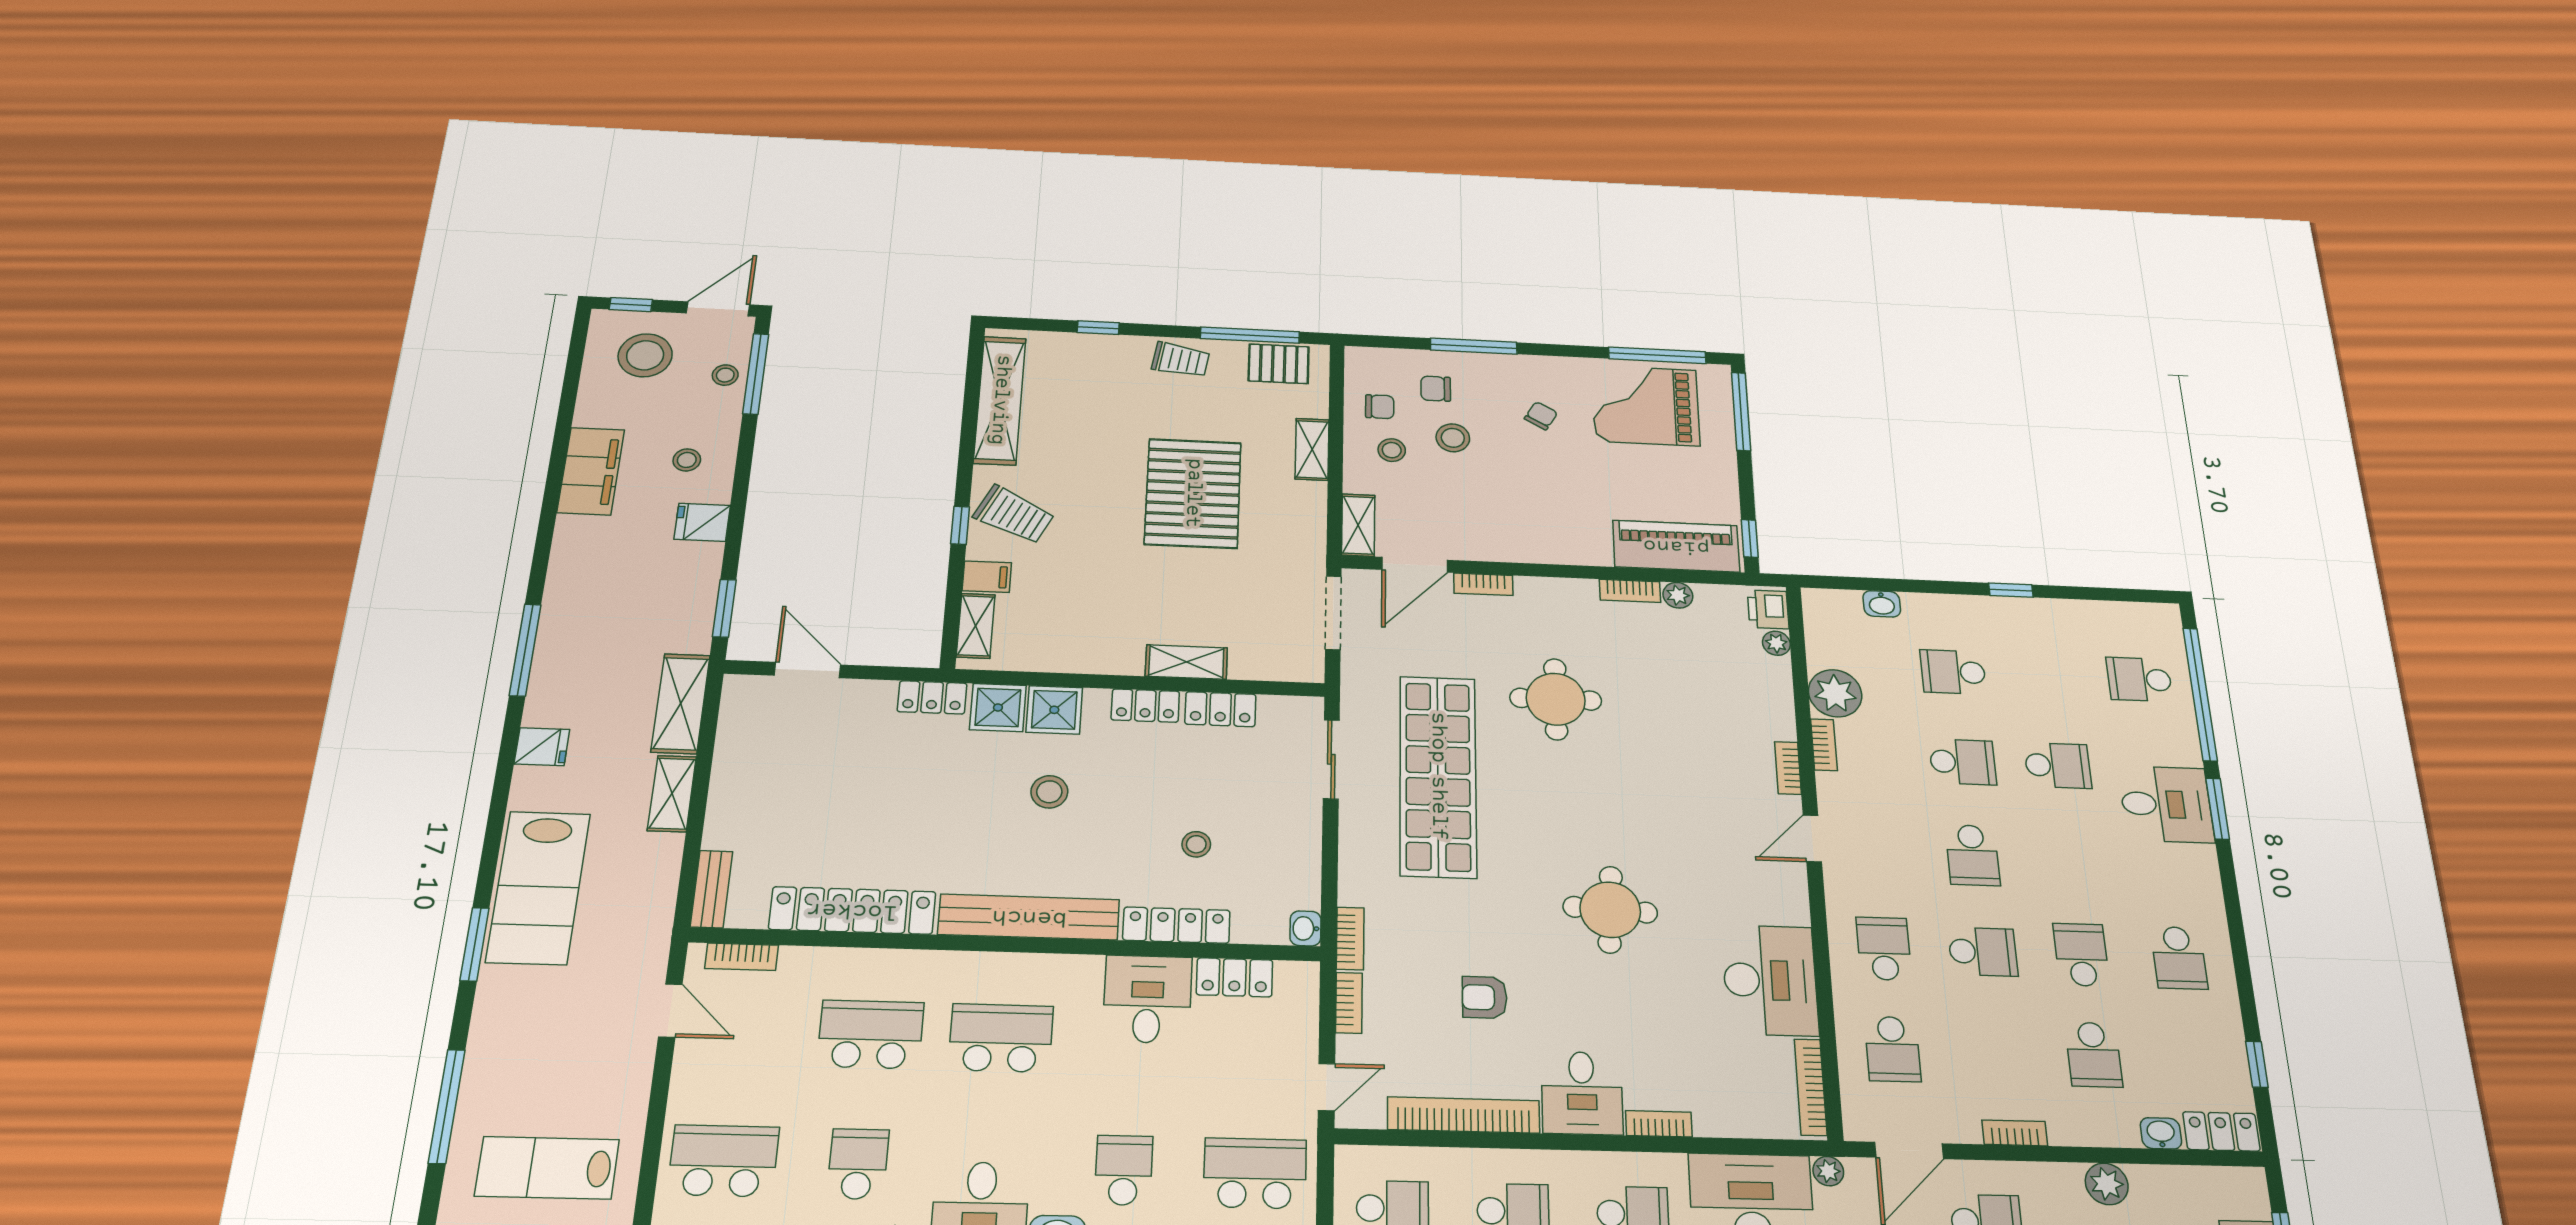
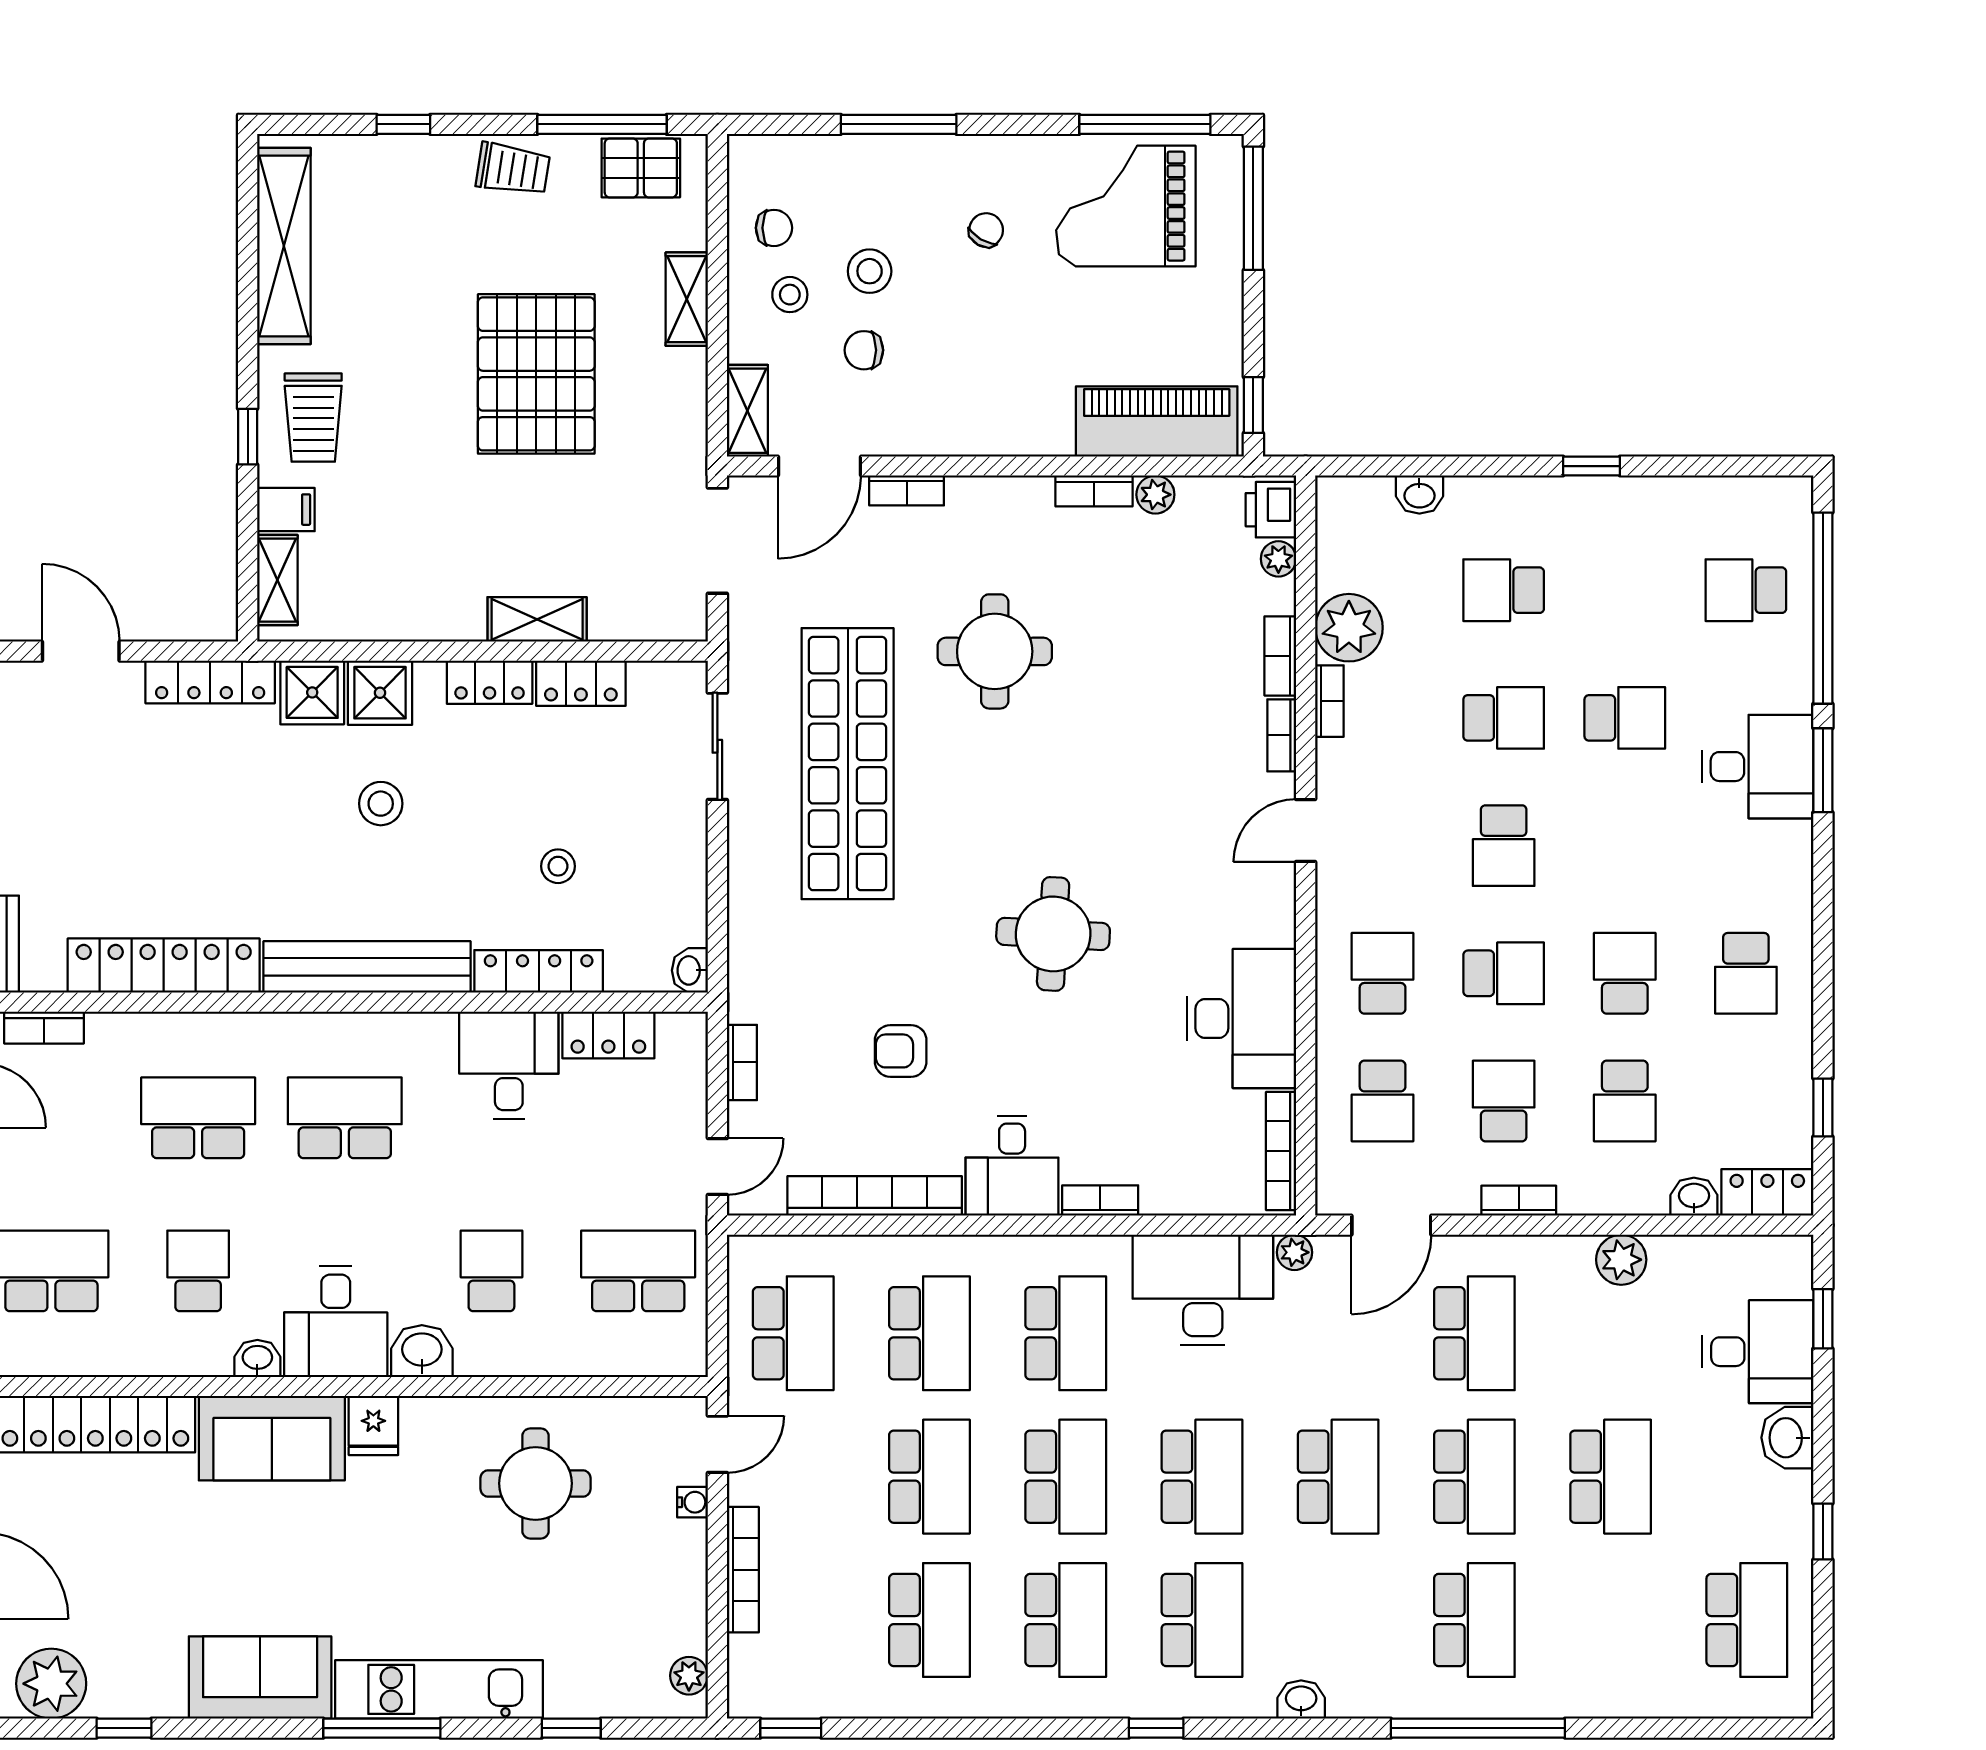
chair: (1436, 389) -> (864, 350), moved
trolley: (1014, 515) -> (313, 418), turned 64
locker: (932, 697) -> (210, 682), width x1.53
bookcase: (1350, 938) -> (1280, 656), moved, turned 180
school desk: (1993, 1052) -> (1504, 1101), added

